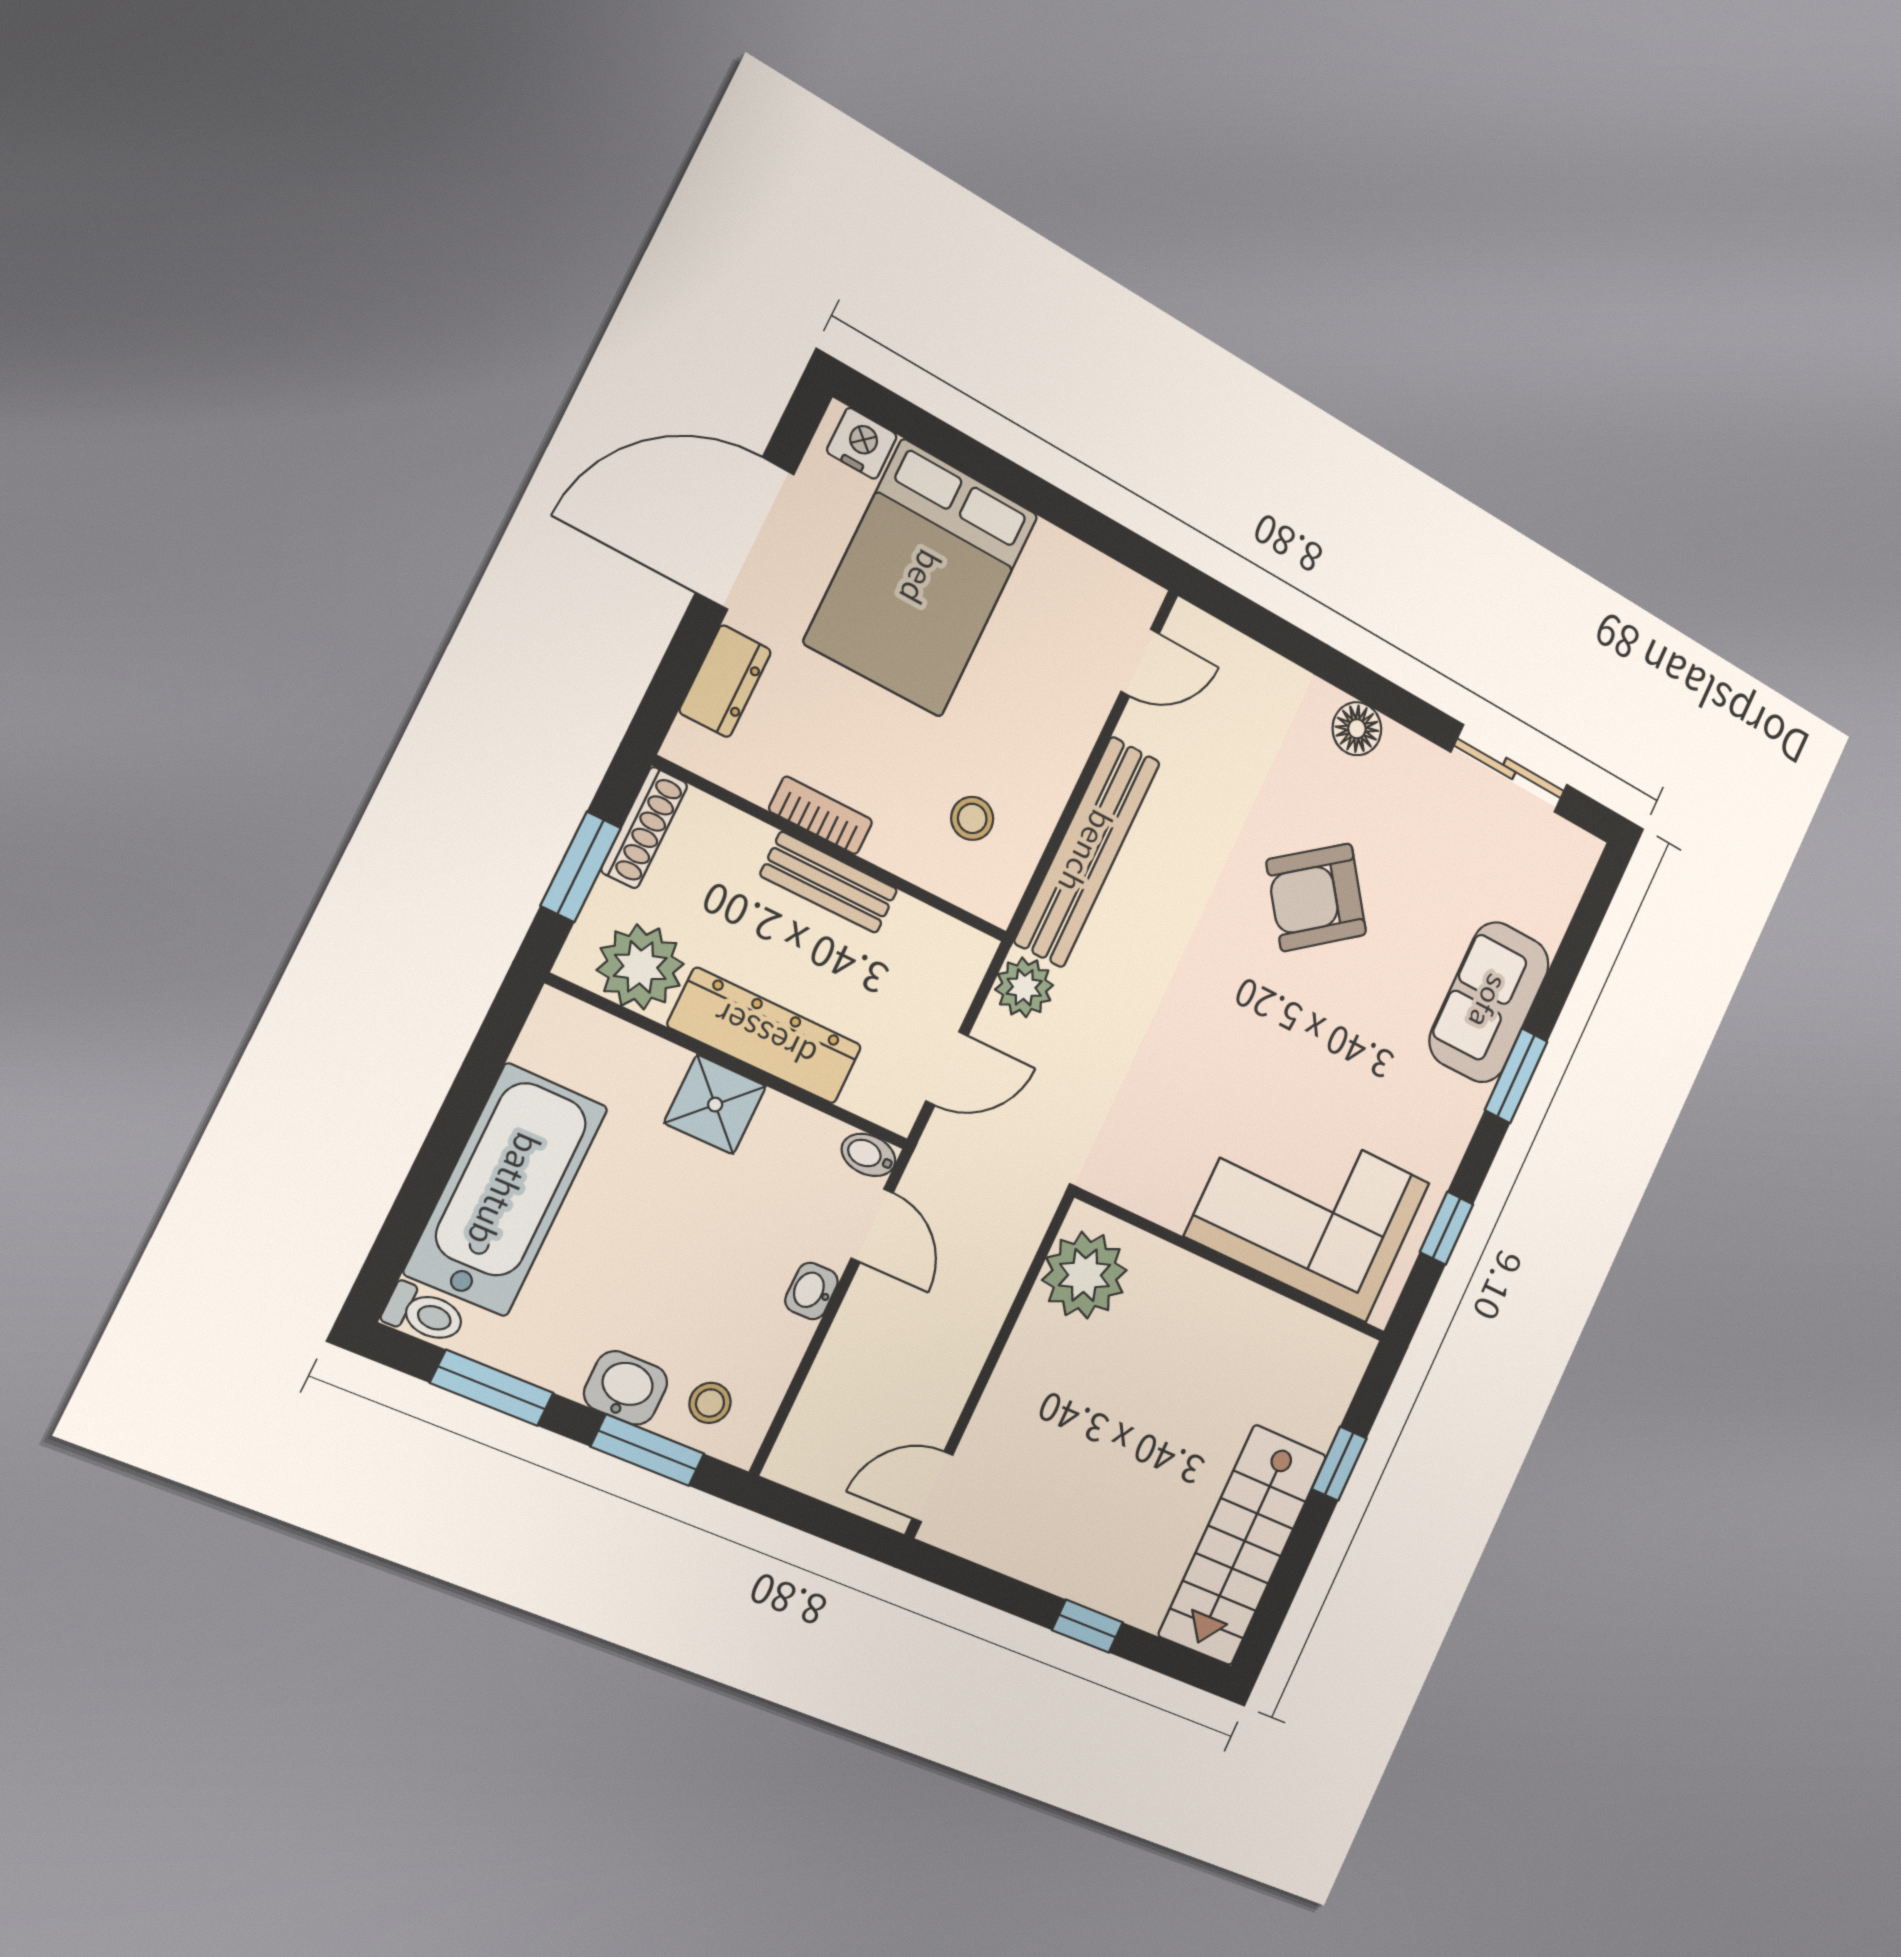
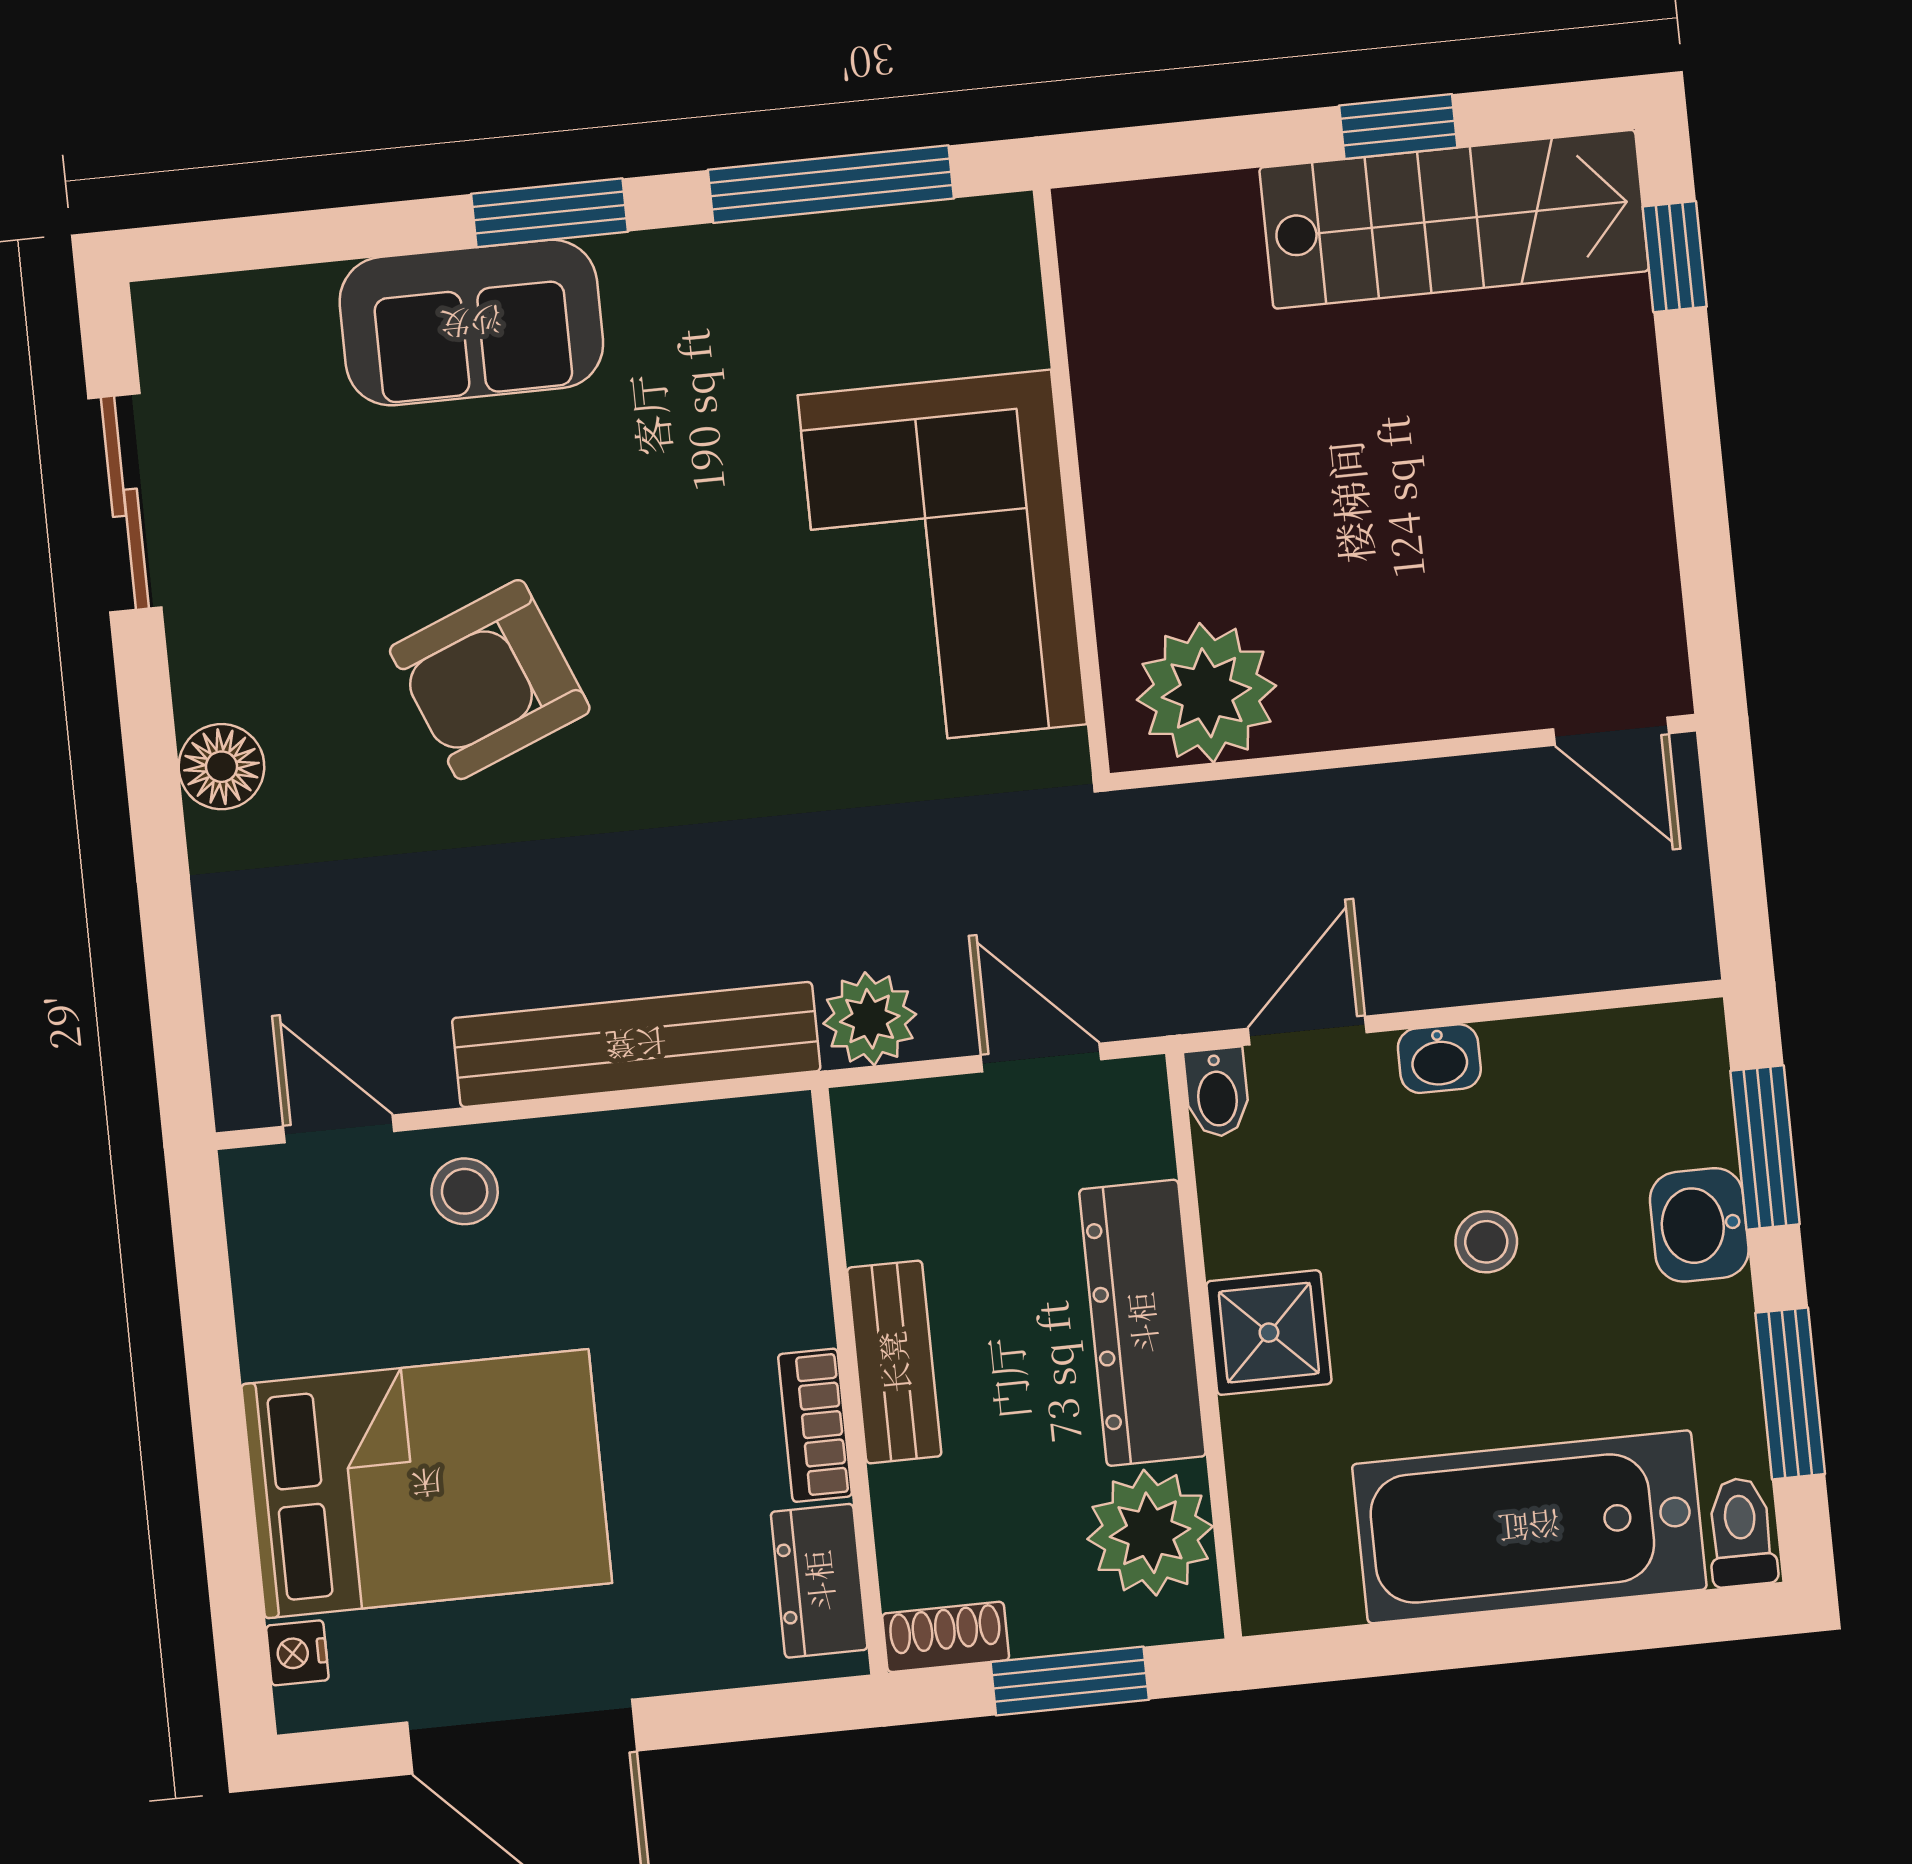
nightstand: (862, 443) -> (297, 1653), width x0.72, depth x0.74
dresser: (725, 681) -> (819, 1581), moved, turned -90
stool: (972, 818) -> (465, 1191), moved
shoe rack: (644, 828) -> (946, 1637), width x0.70
armchair: (1316, 897) -> (490, 680), turned 105
corner sofa: (1308, 1209) -> (942, 560), moved
window: (1447, 1228) -> (831, 184), width x2.17
stool: (710, 1403) -> (1486, 1242), moved
window: (1339, 1464) -> (1398, 127), moved
window: (1087, 1626) -> (1675, 257), moved

